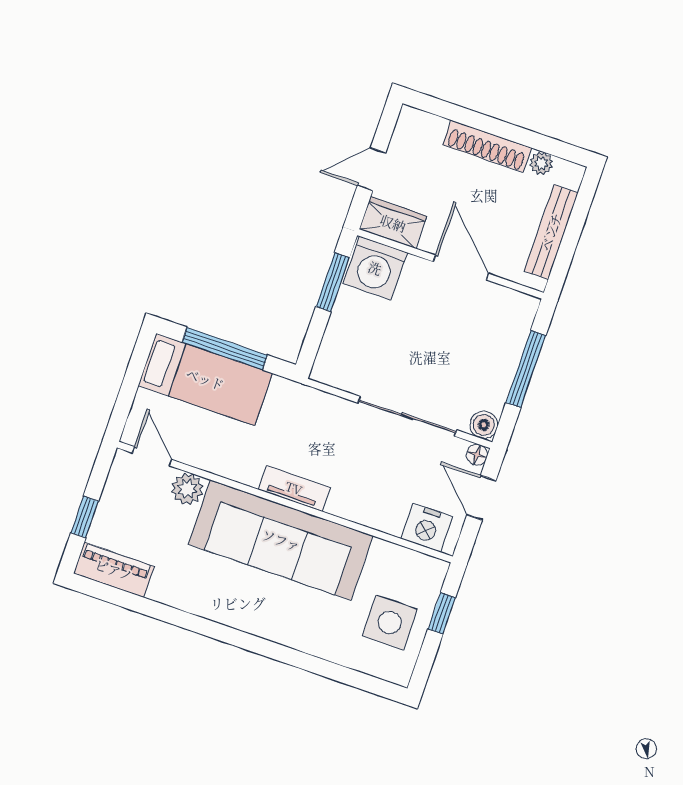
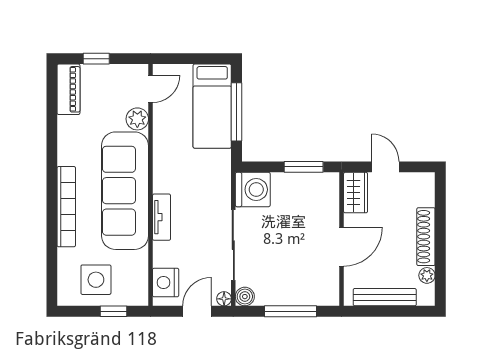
washing machine: (375, 268) -> (253, 190), moved, turned 180
tv unit: (294, 488) -> (162, 217), moved
bookcase: (275, 629) -> (66, 207), added

